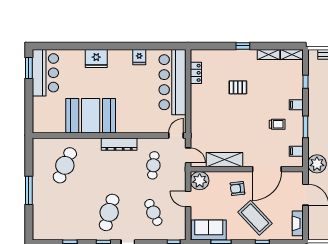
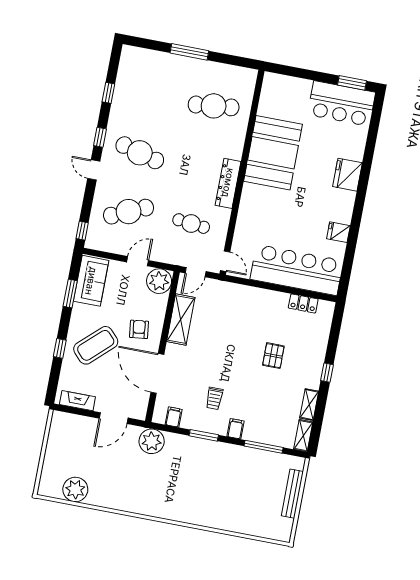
window: (305, 82) -> (264, 447), width x2.17
cafe table: (65, 165) -> (214, 106), turned -30
cafe table: (153, 212) -> (129, 212), width x1.37, depth x1.35

